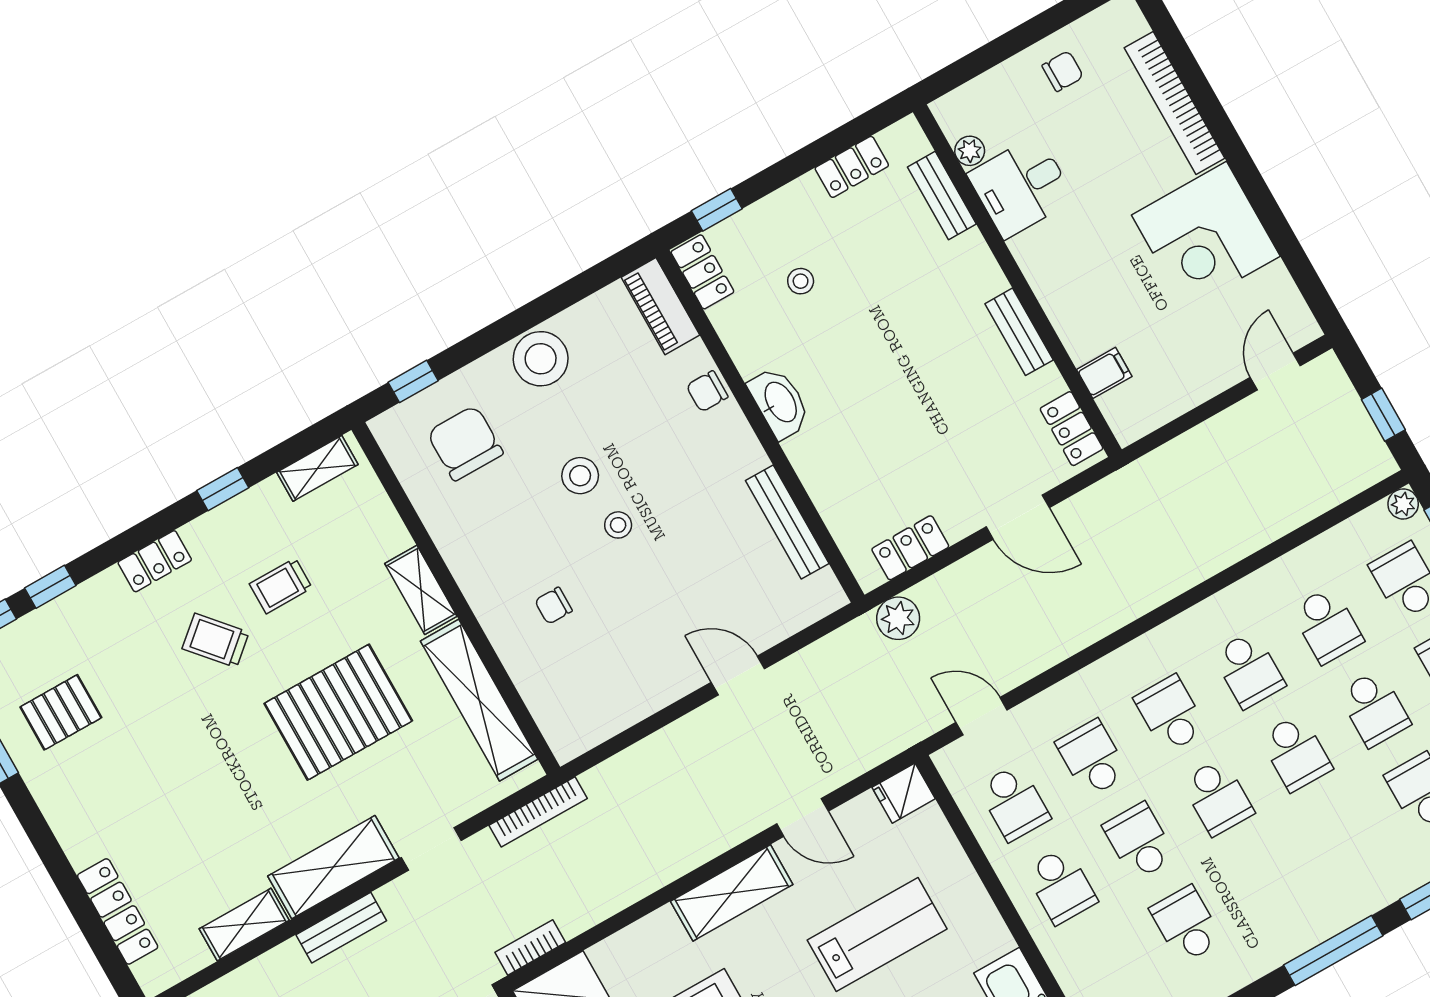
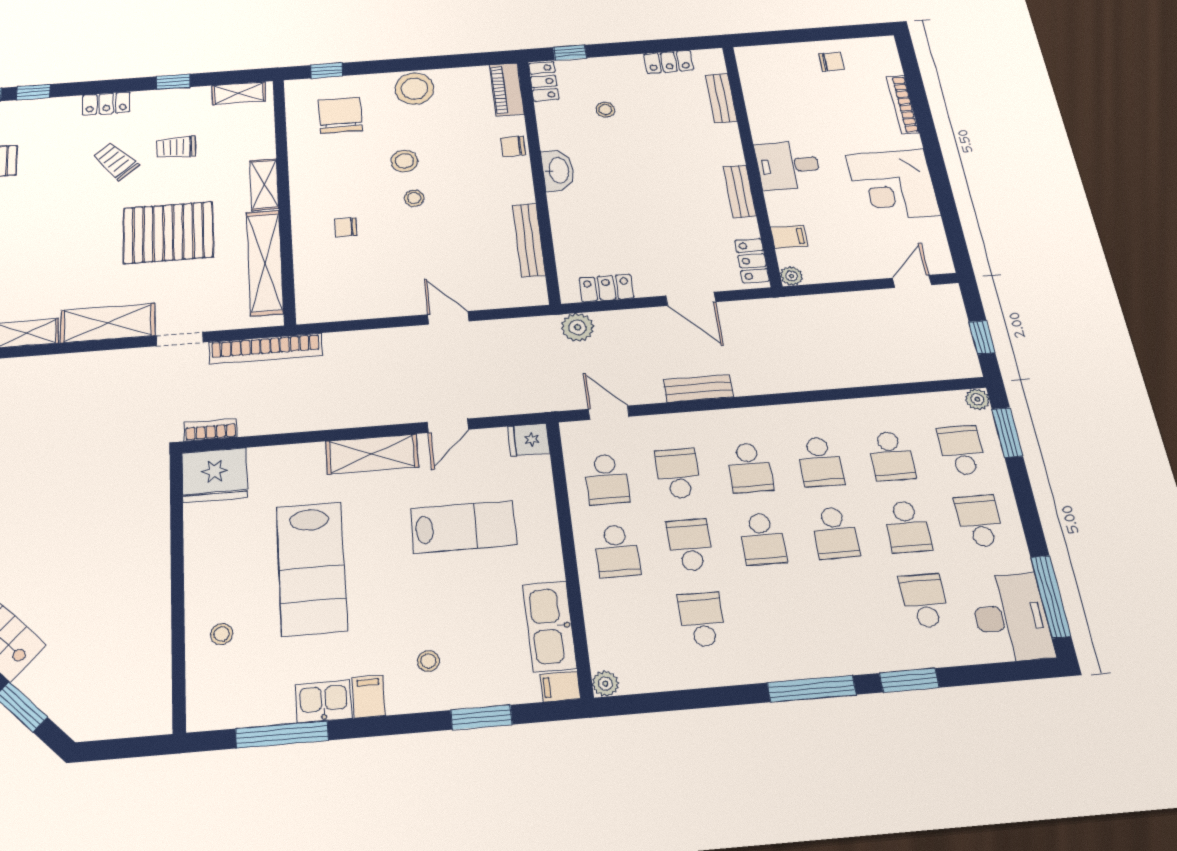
bookcase: (1175, 103) -> (903, 105), width x0.68, depth x0.76
plant: (970, 151) -> (791, 276), moved
desk: (1021, 187) -> (788, 165), moved
school desk: (1171, 714) -> (749, 468), turned 180
bookcase: (538, 812) -> (265, 349), width x1.48, depth x1.31
door: (802, 818) -> (448, 426), hinge flipped
bench: (341, 928) -> (698, 388), moved

